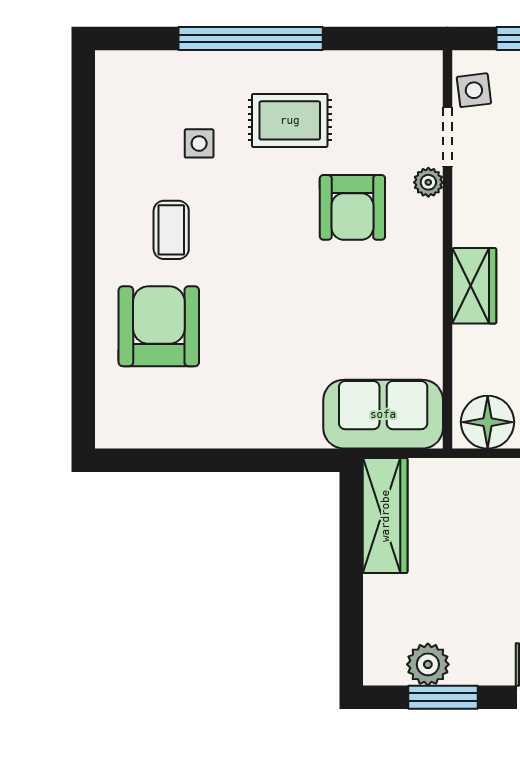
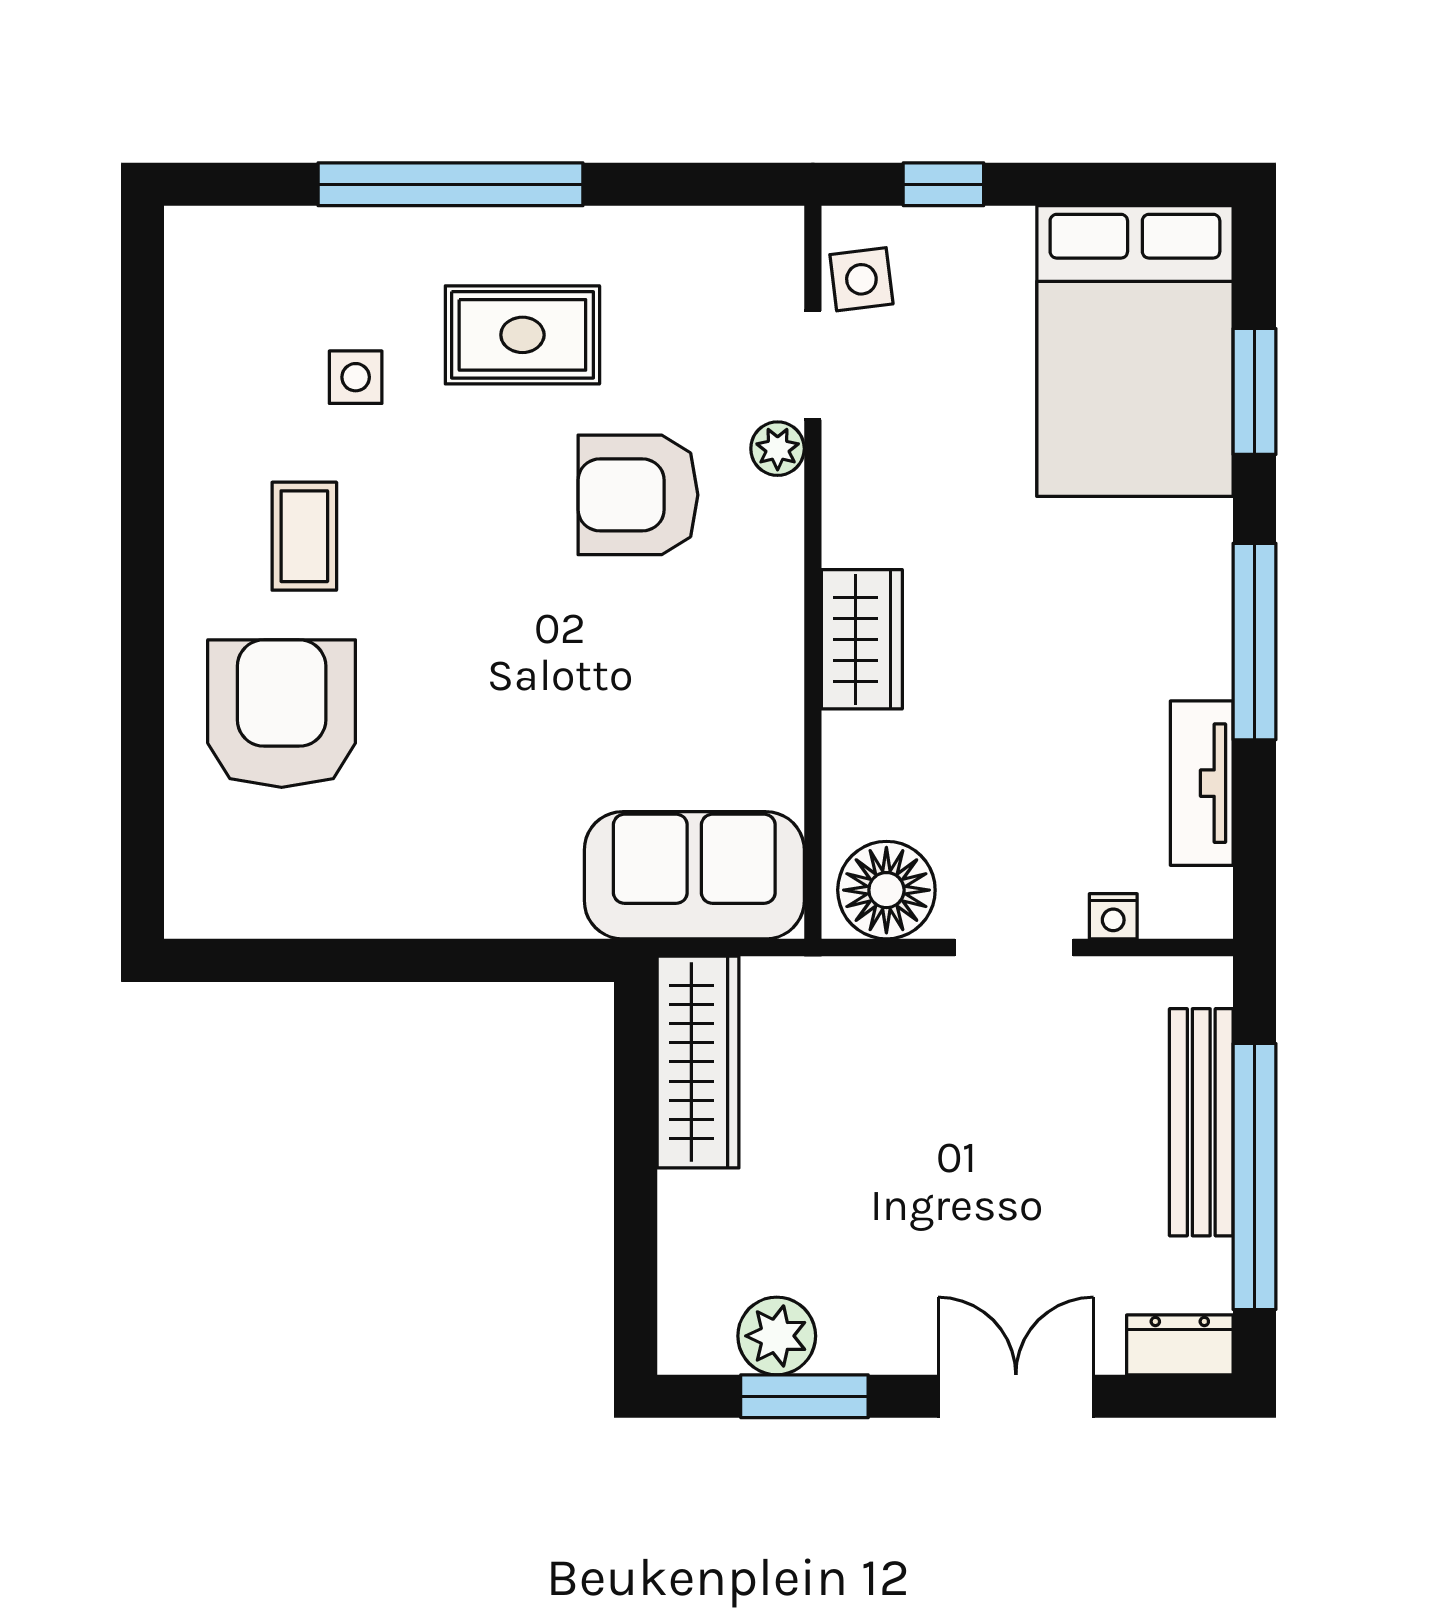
armchair: (352, 207) -> (638, 495), turned 90

